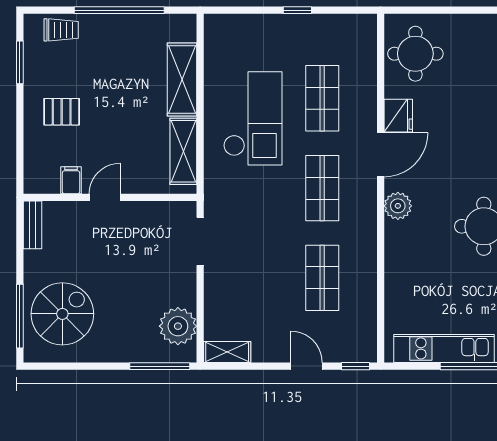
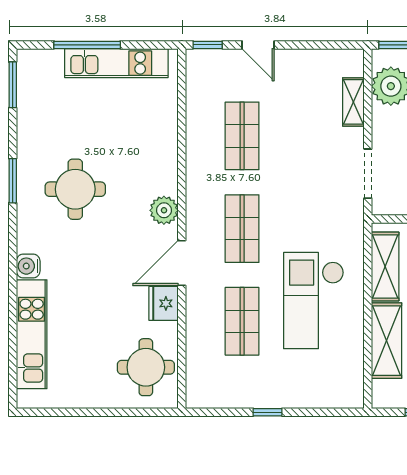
shelving: (227, 352) -> (353, 102), moved, turned 90

